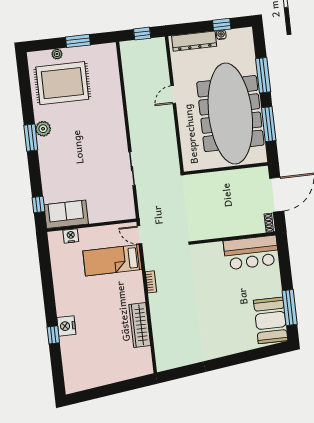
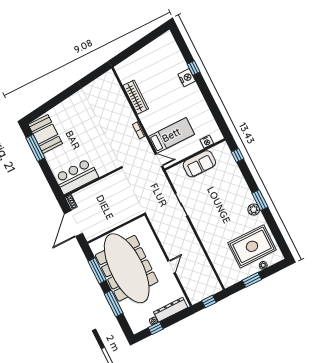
sofa: (66, 214) -> (199, 164), moved

